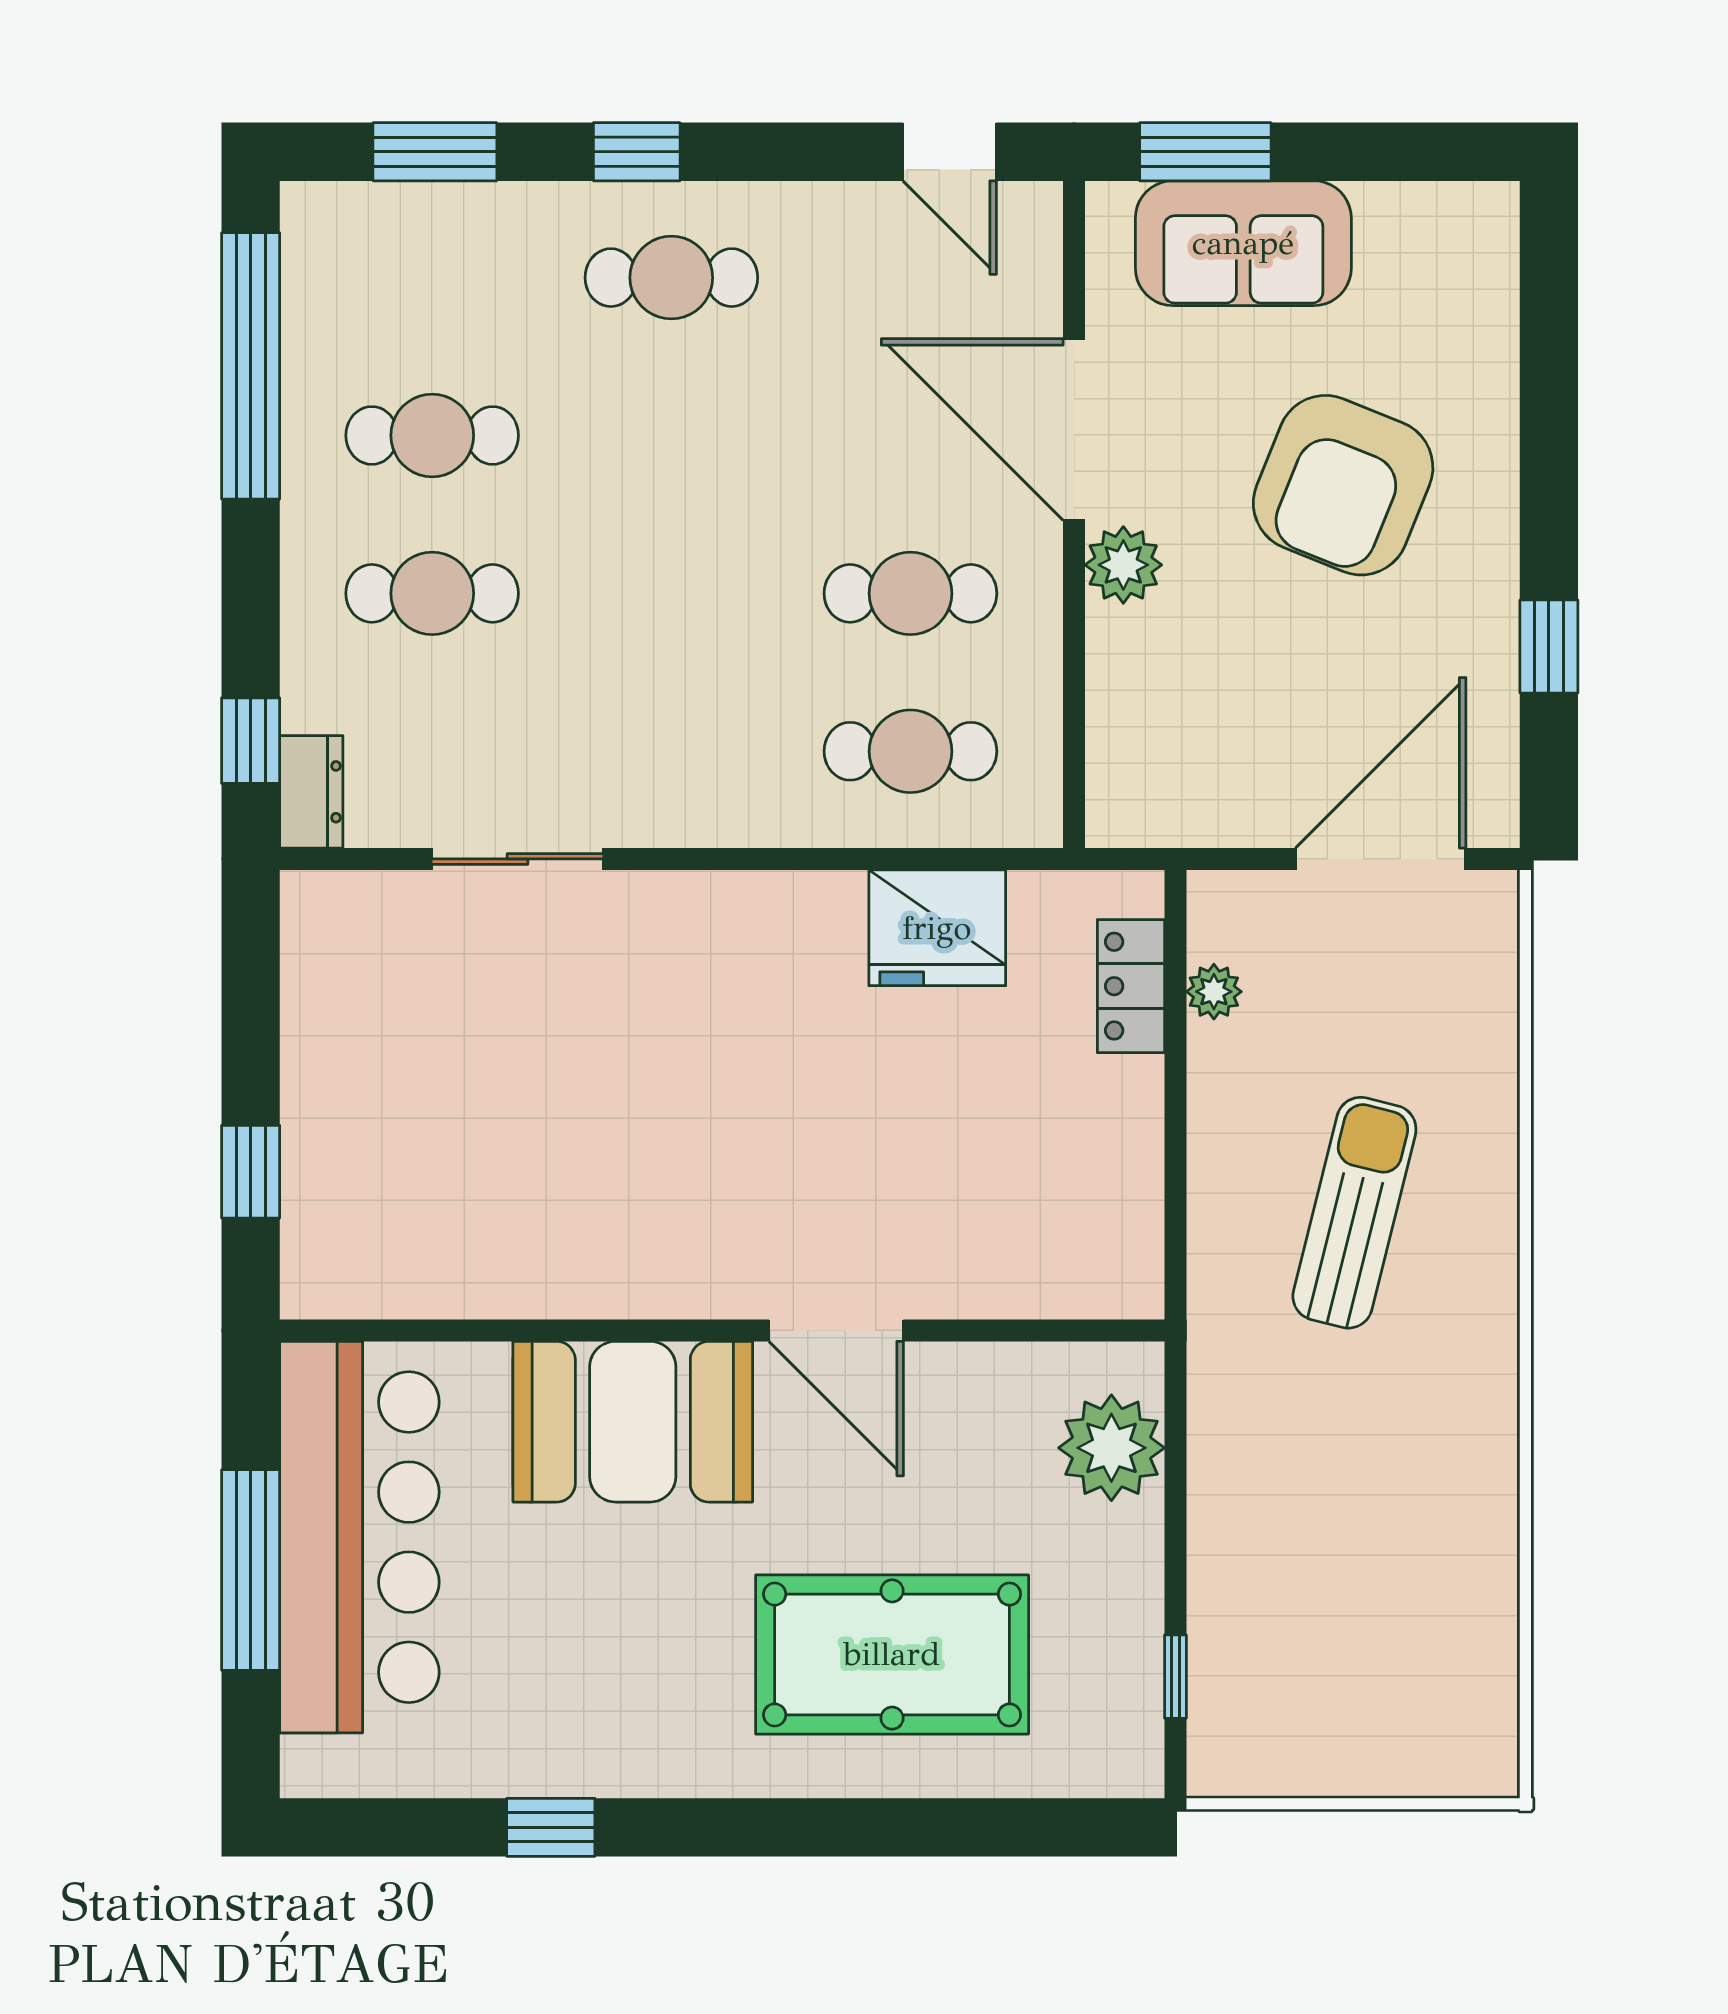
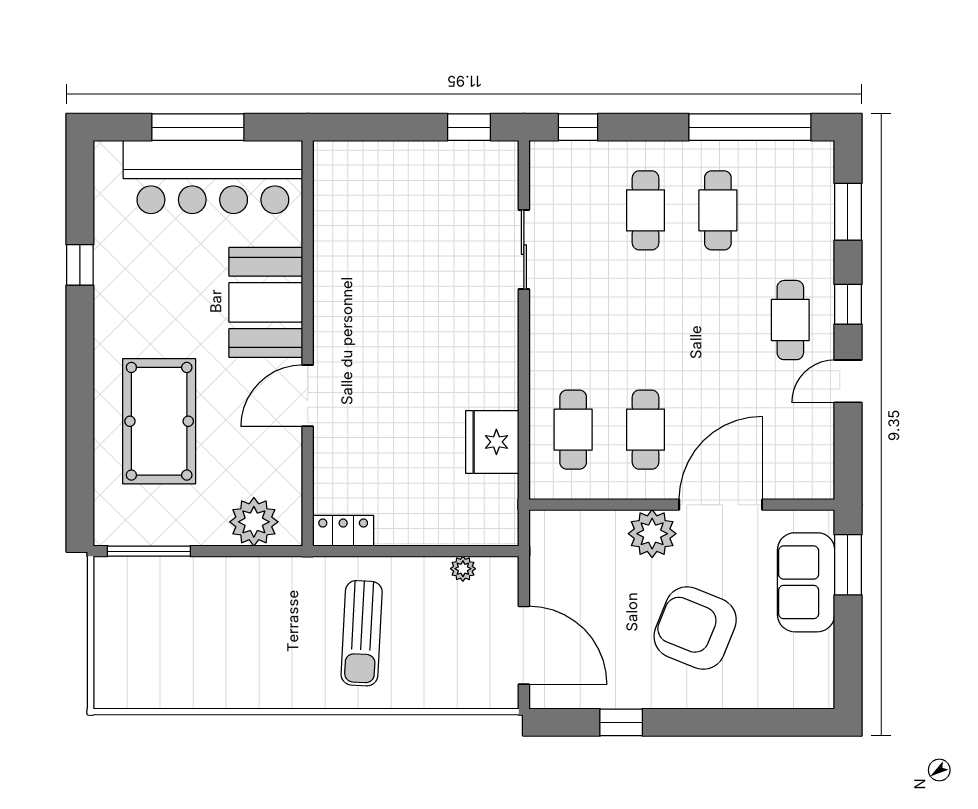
door: (950, 152) -> (848, 381), moved
plant: (1123, 565) -> (652, 534), width x1.36, depth x1.36
dresser: (311, 792) -> (555, 155), removed
locker: (1131, 986) -> (343, 531), moved
window: (251, 1172) -> (469, 127), moved
sun lounger: (1354, 1213) -> (362, 633), turned 79
window: (1175, 1677) -> (149, 551), width x2.17

